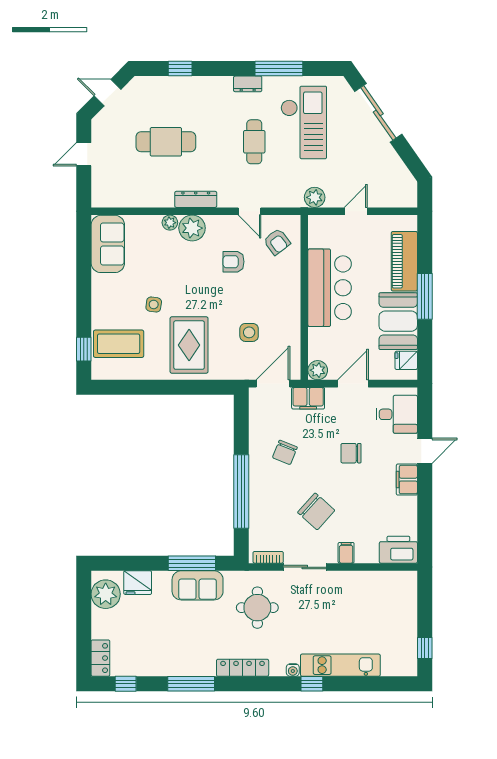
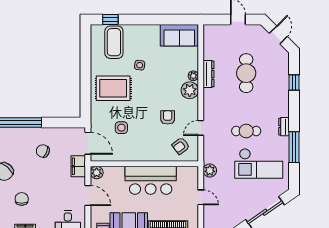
dresser: (196, 199) -> (208, 74), moved
chair: (351, 453) -> (22, 199), moved

